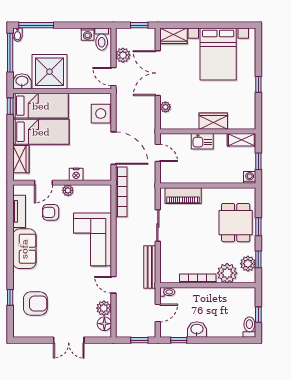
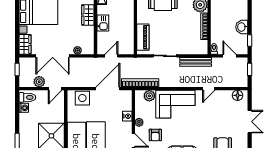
plant: (104, 308) -> (149, 96), moved

